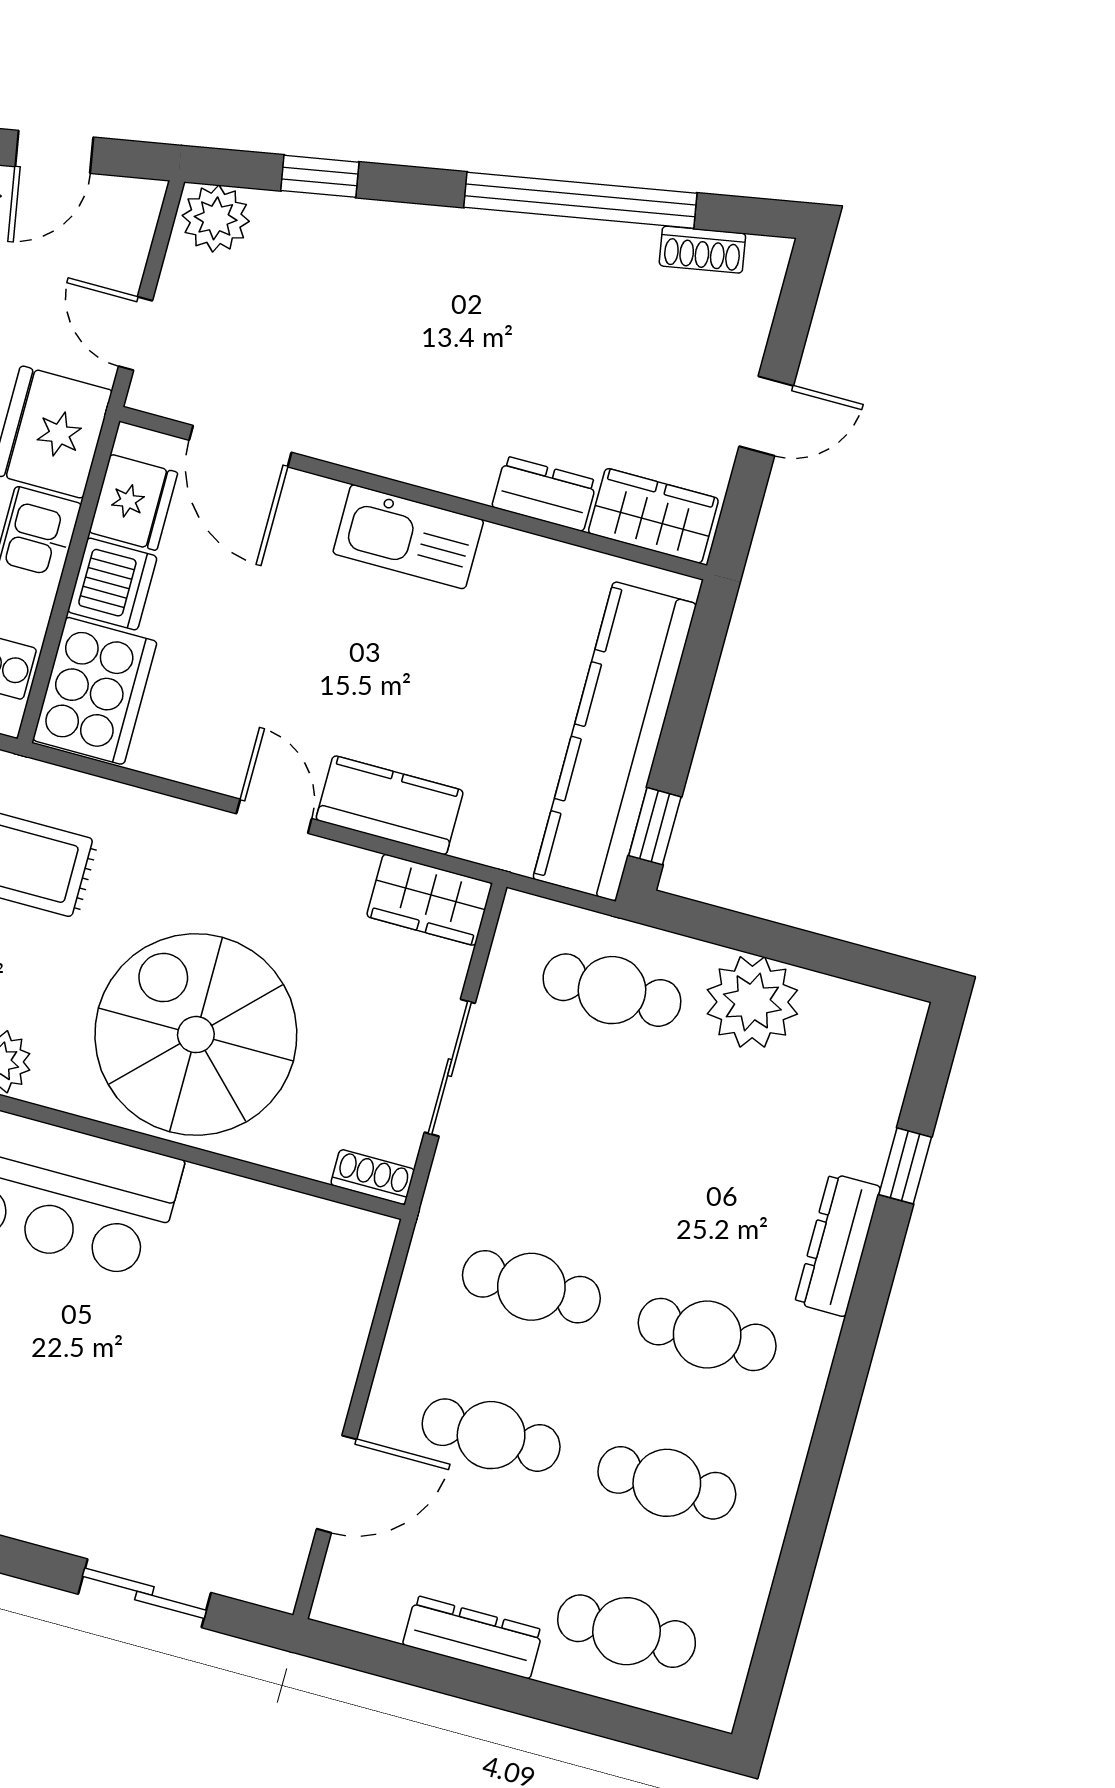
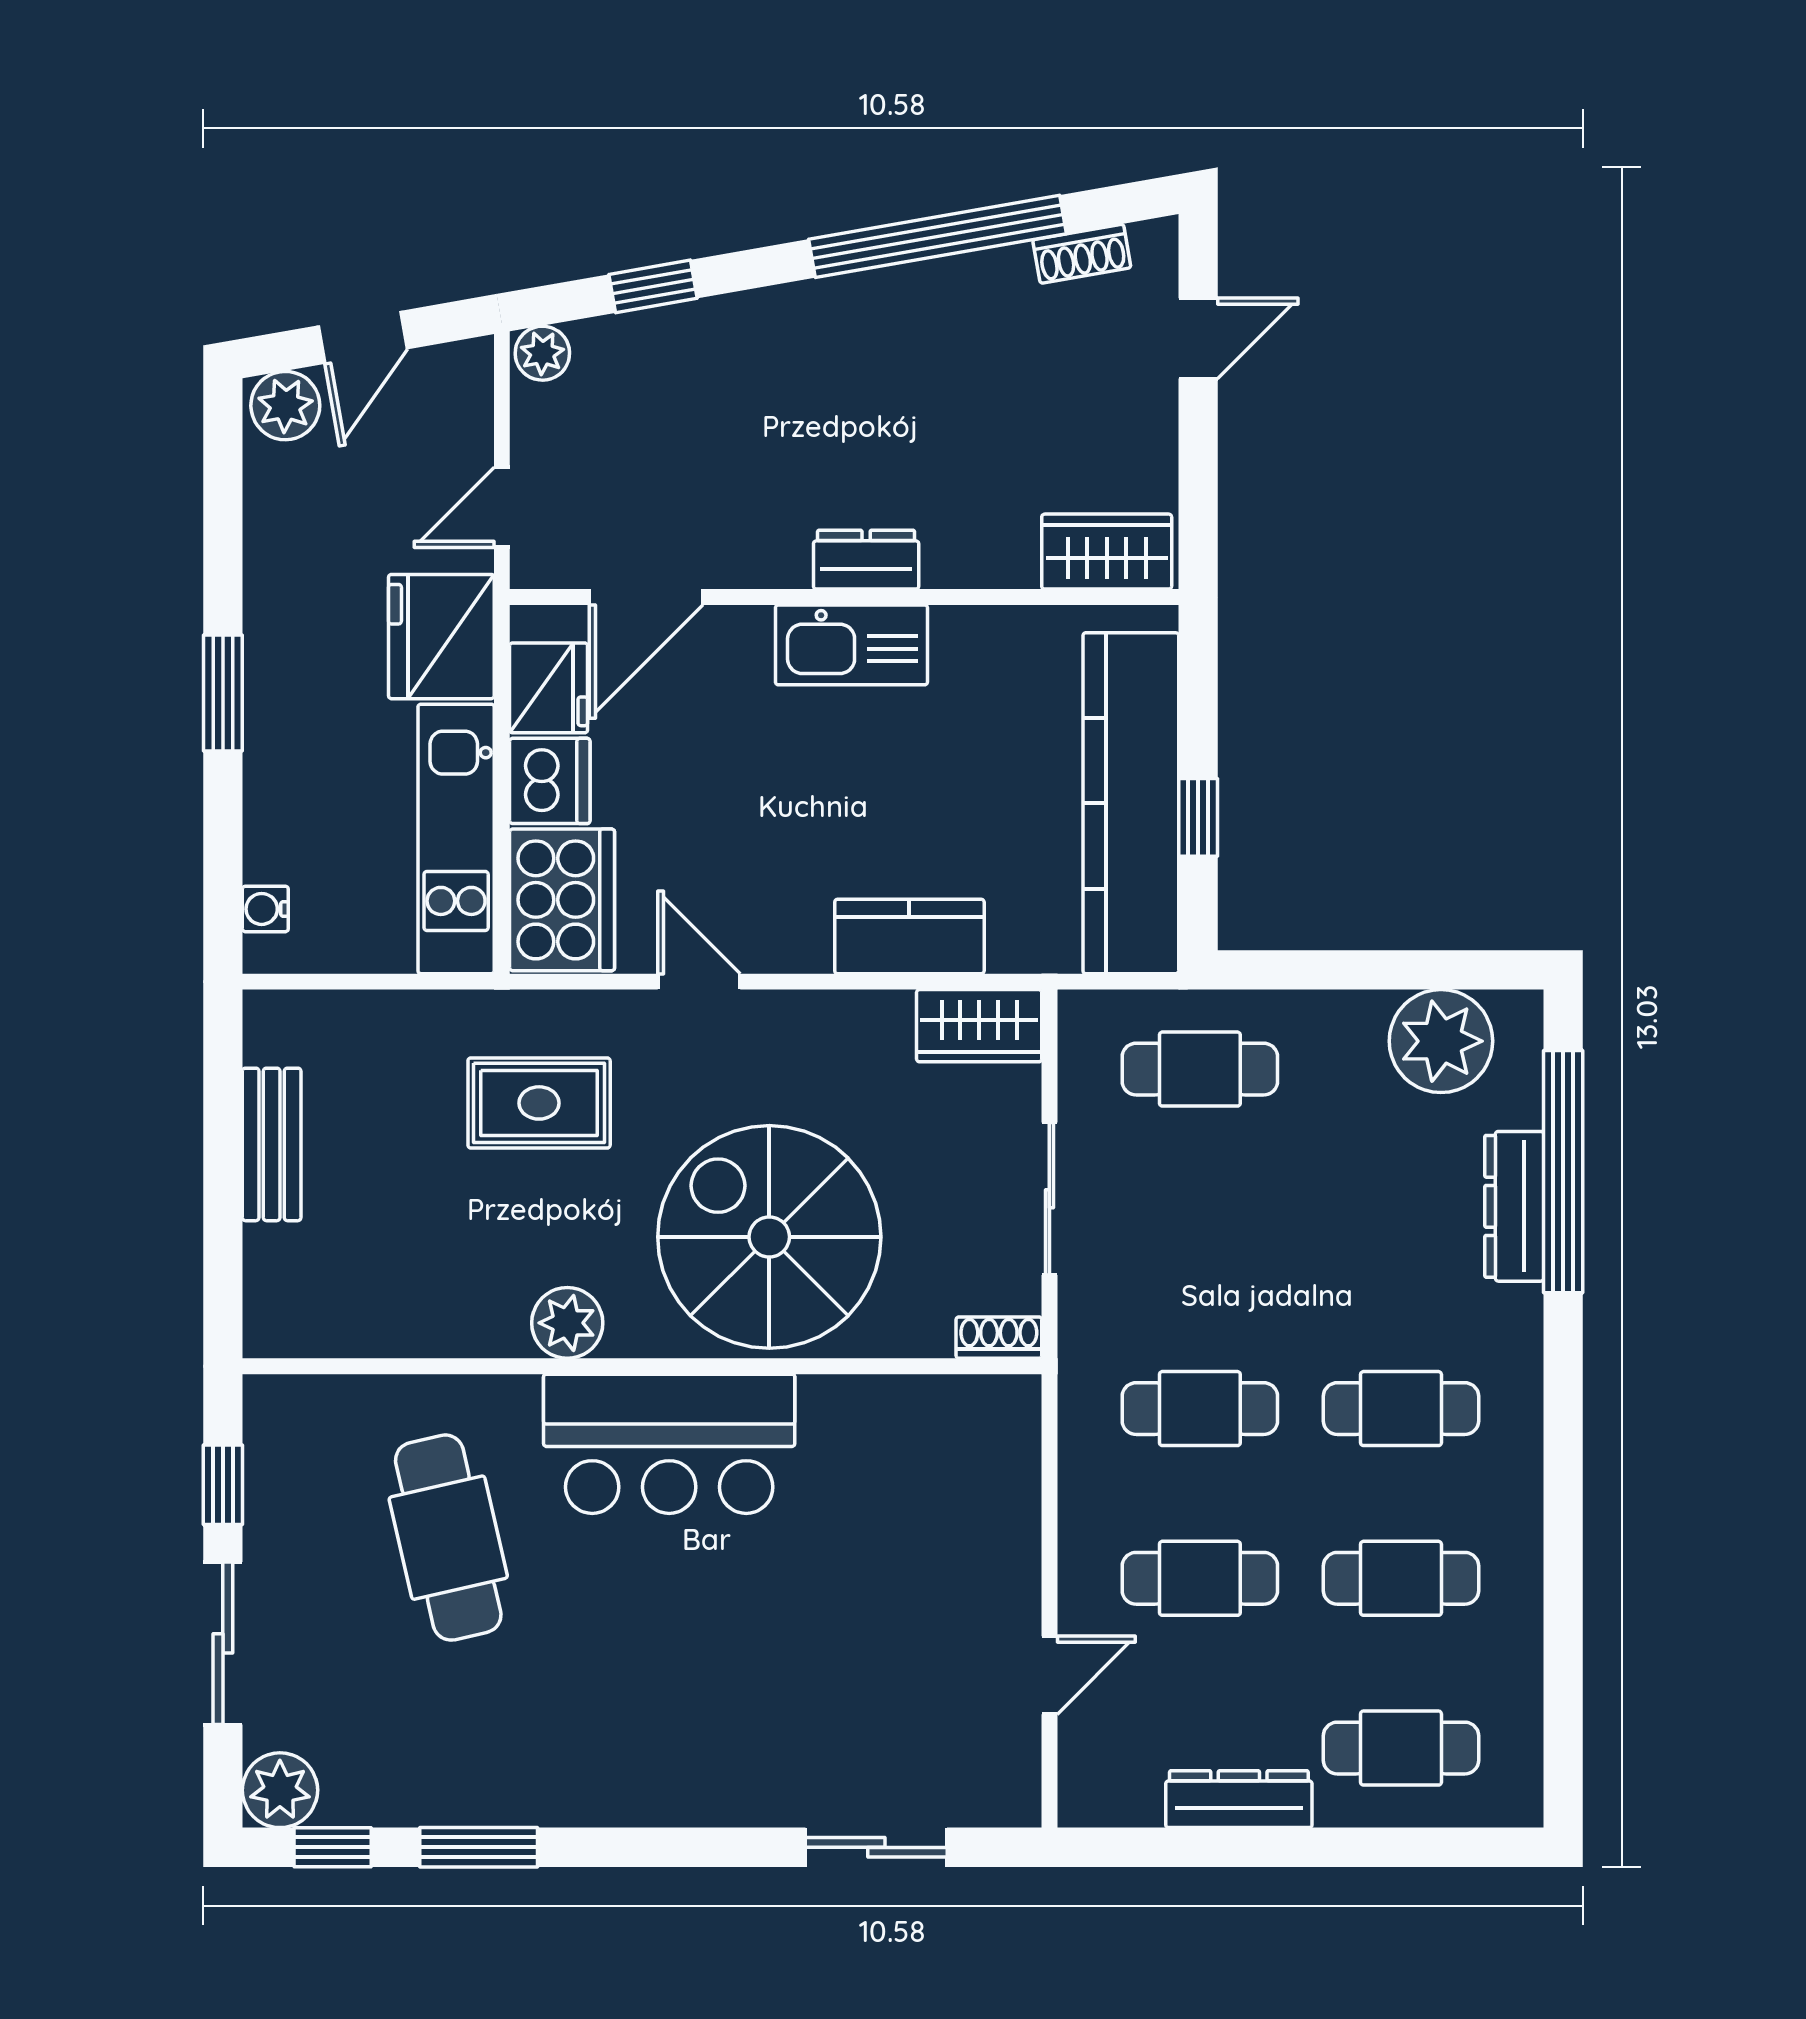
plant: (216, 218) -> (542, 353), width x0.73, depth x0.73
door: (135, 334) -> (502, 507), hinge flipped
door: (766, 416) -> (1198, 338), moved
door: (240, 446) -> (646, 597), hinge flipped
dresser: (544, 494) -> (866, 560), moved
door: (274, 816) -> (699, 982), moved
window: (655, 826) -> (1198, 817), moved
plant: (752, 1002) -> (1441, 1041), moved
window: (905, 1166) -> (1563, 1172), width x3.17
dresser: (838, 1245) -> (1514, 1206), moved
door: (337, 1484) -> (1049, 1675), width x0.73

